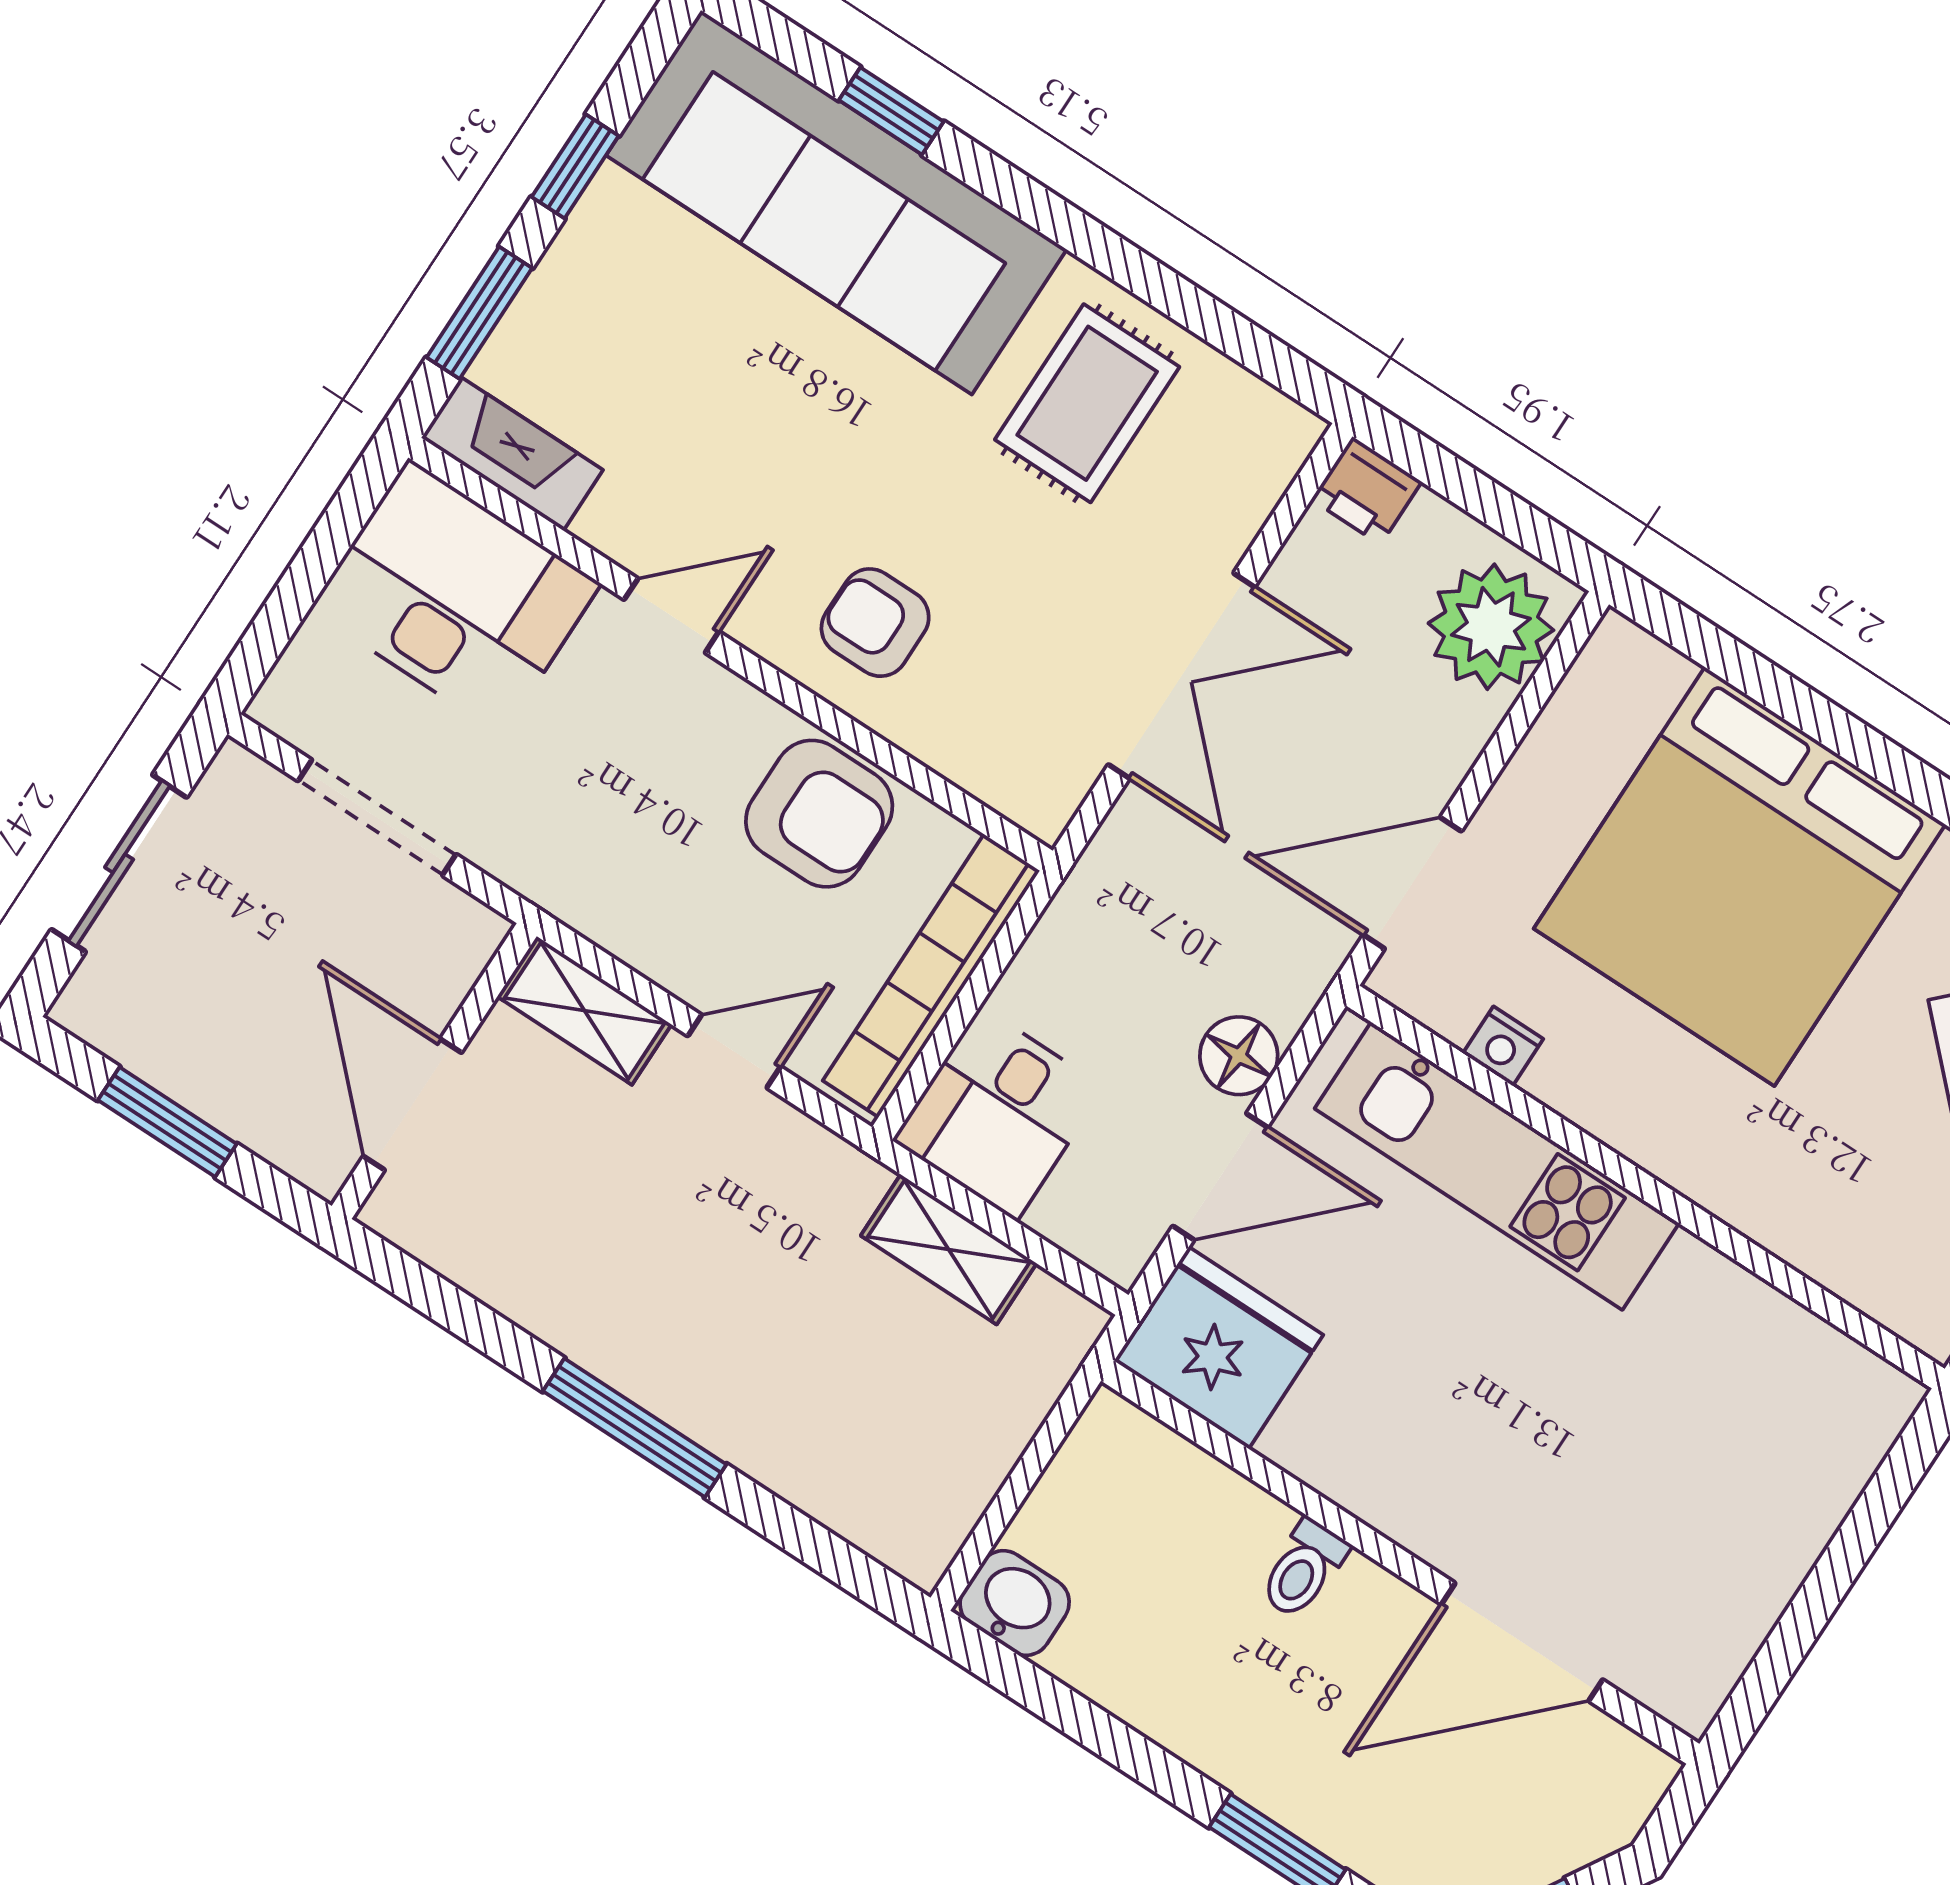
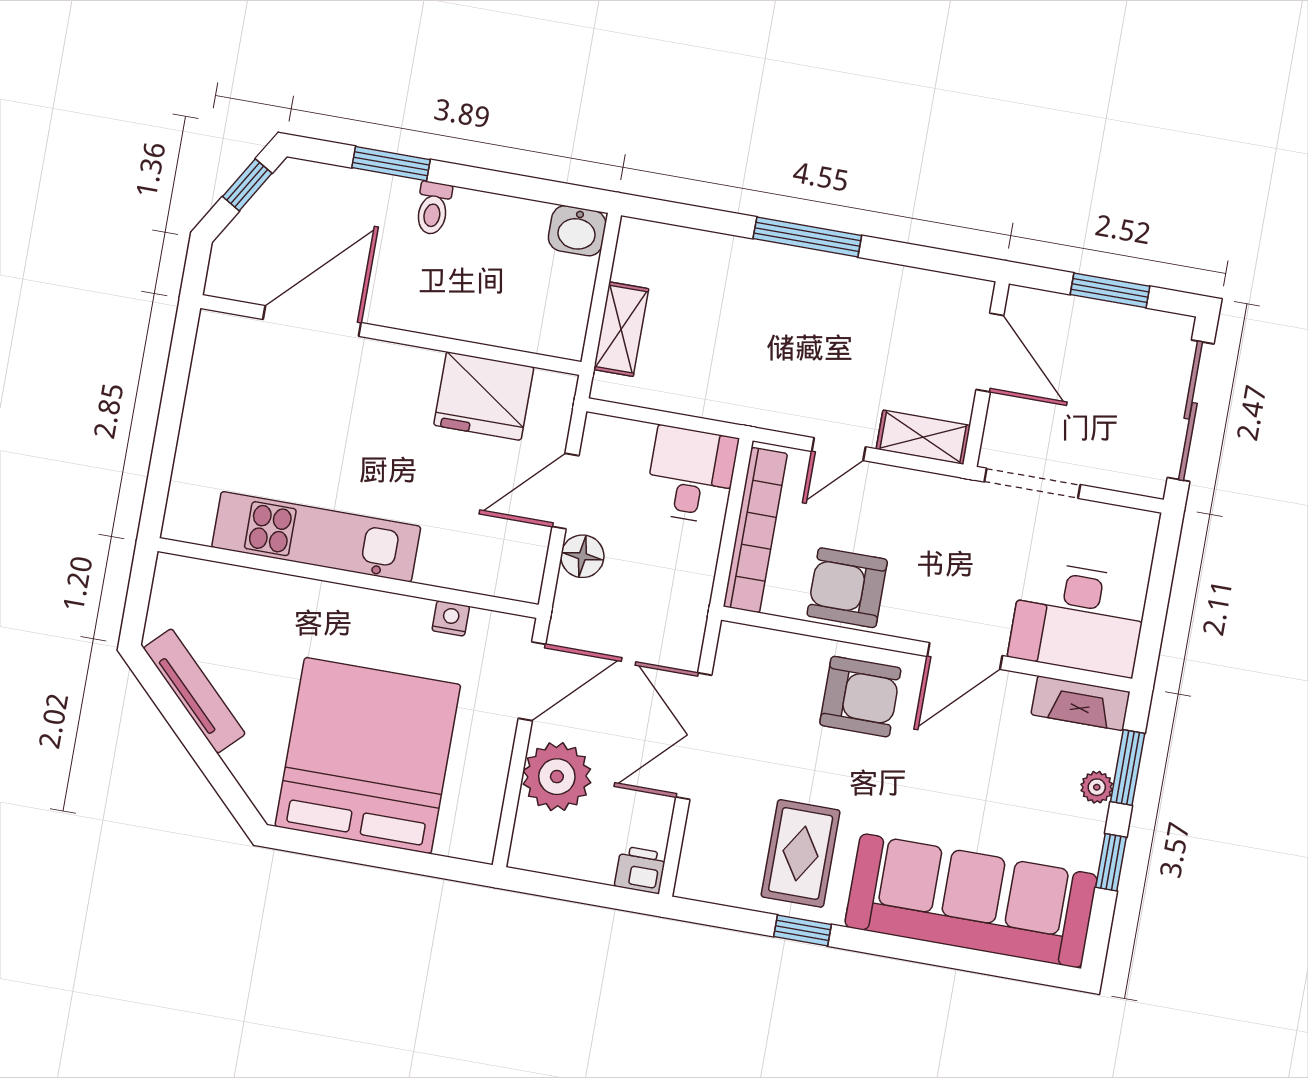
window: (891, 111) -> (803, 931), moved
plant: (545, 302) -> (1097, 787), added
door: (672, 616) -> (965, 656), width x1.38
armchair: (875, 623) -> (860, 697), width x1.38, depth x1.38
plant: (1491, 627) -> (557, 777), moved
doorway: (377, 818) -> (1032, 483), moved
sliding door: (119, 863) -> (1191, 411), width x1.37
kitchen unit: (1497, 1166) -> (316, 537), moved
shelving: (949, 1249) -> (621, 329), moved, turned 90
fridge: (1219, 1348) -> (484, 396), moved
toilet: (1303, 1569) -> (433, 208), moved, turned 180

